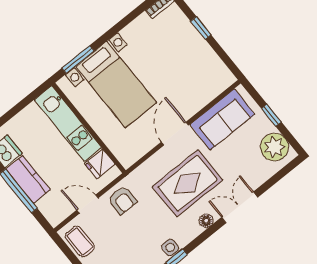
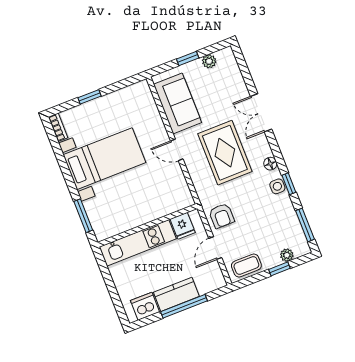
bed with nightstands: (116, 84) -> (104, 159), moved
door: (175, 134) -> (177, 150), width x0.73
plant: (274, 147) -> (209, 61), width x0.53, depth x0.53
armchair: (122, 200) -> (222, 216), turned 90
floor lamp: (206, 221) -> (270, 164), moved

